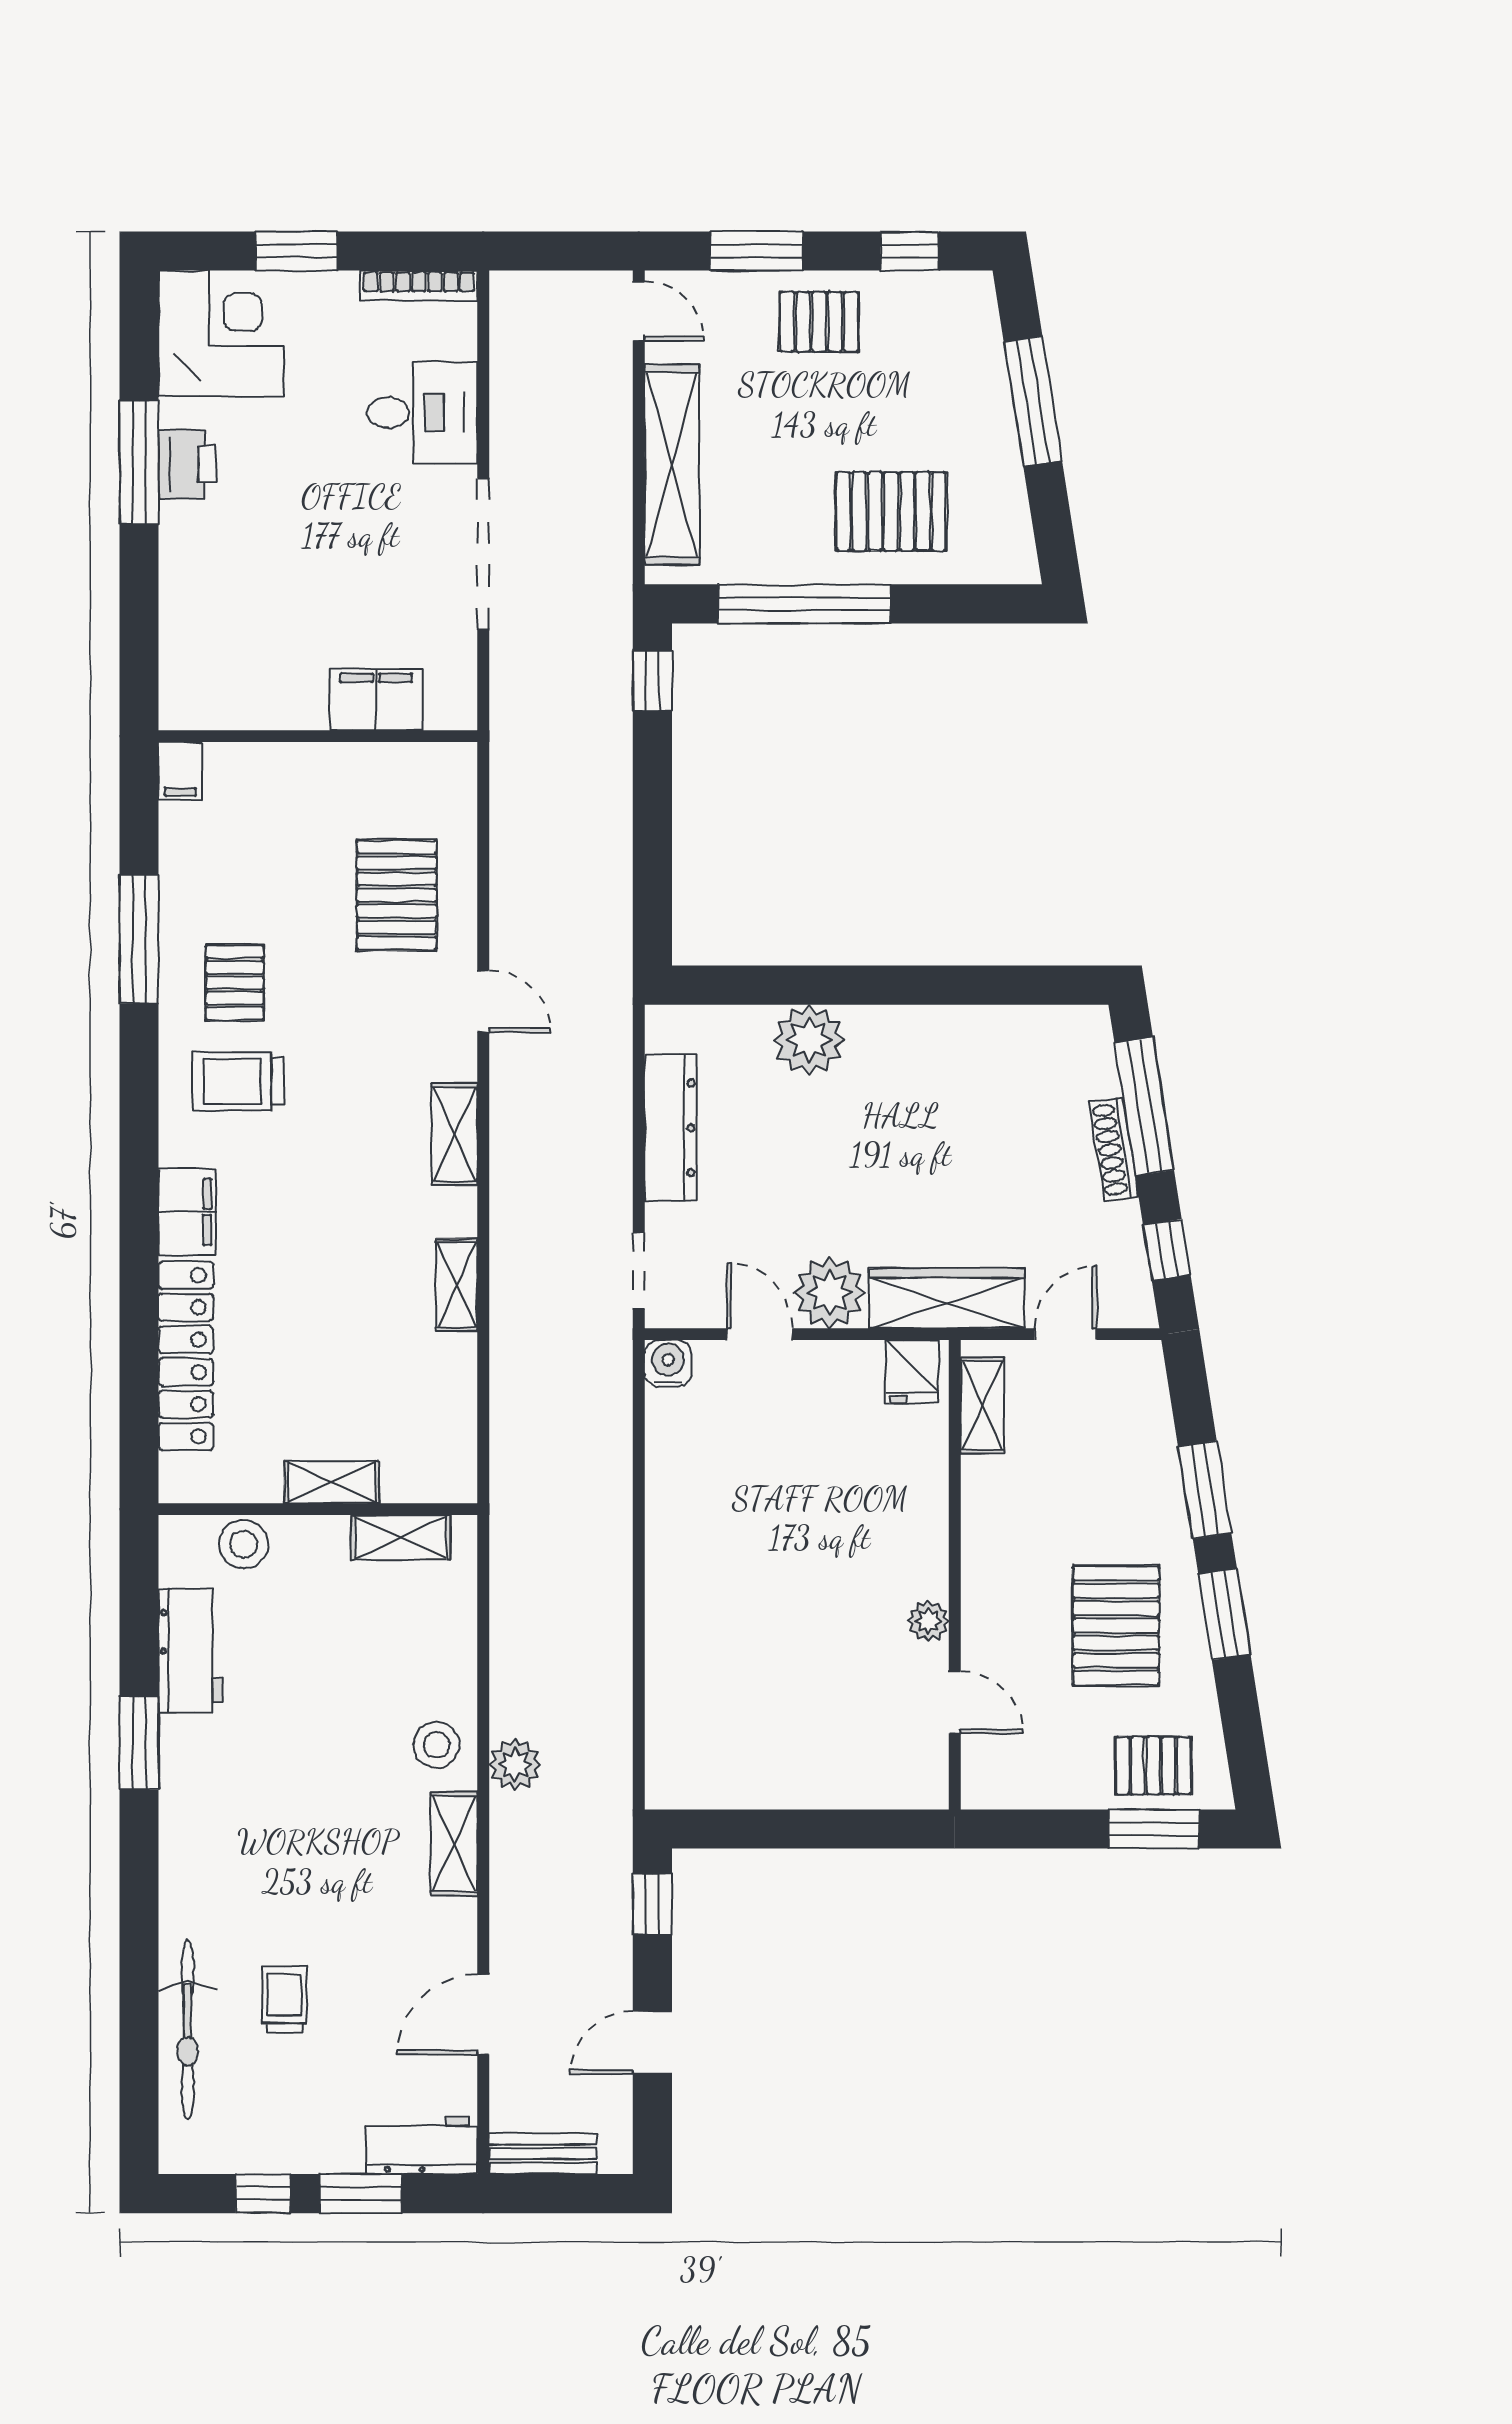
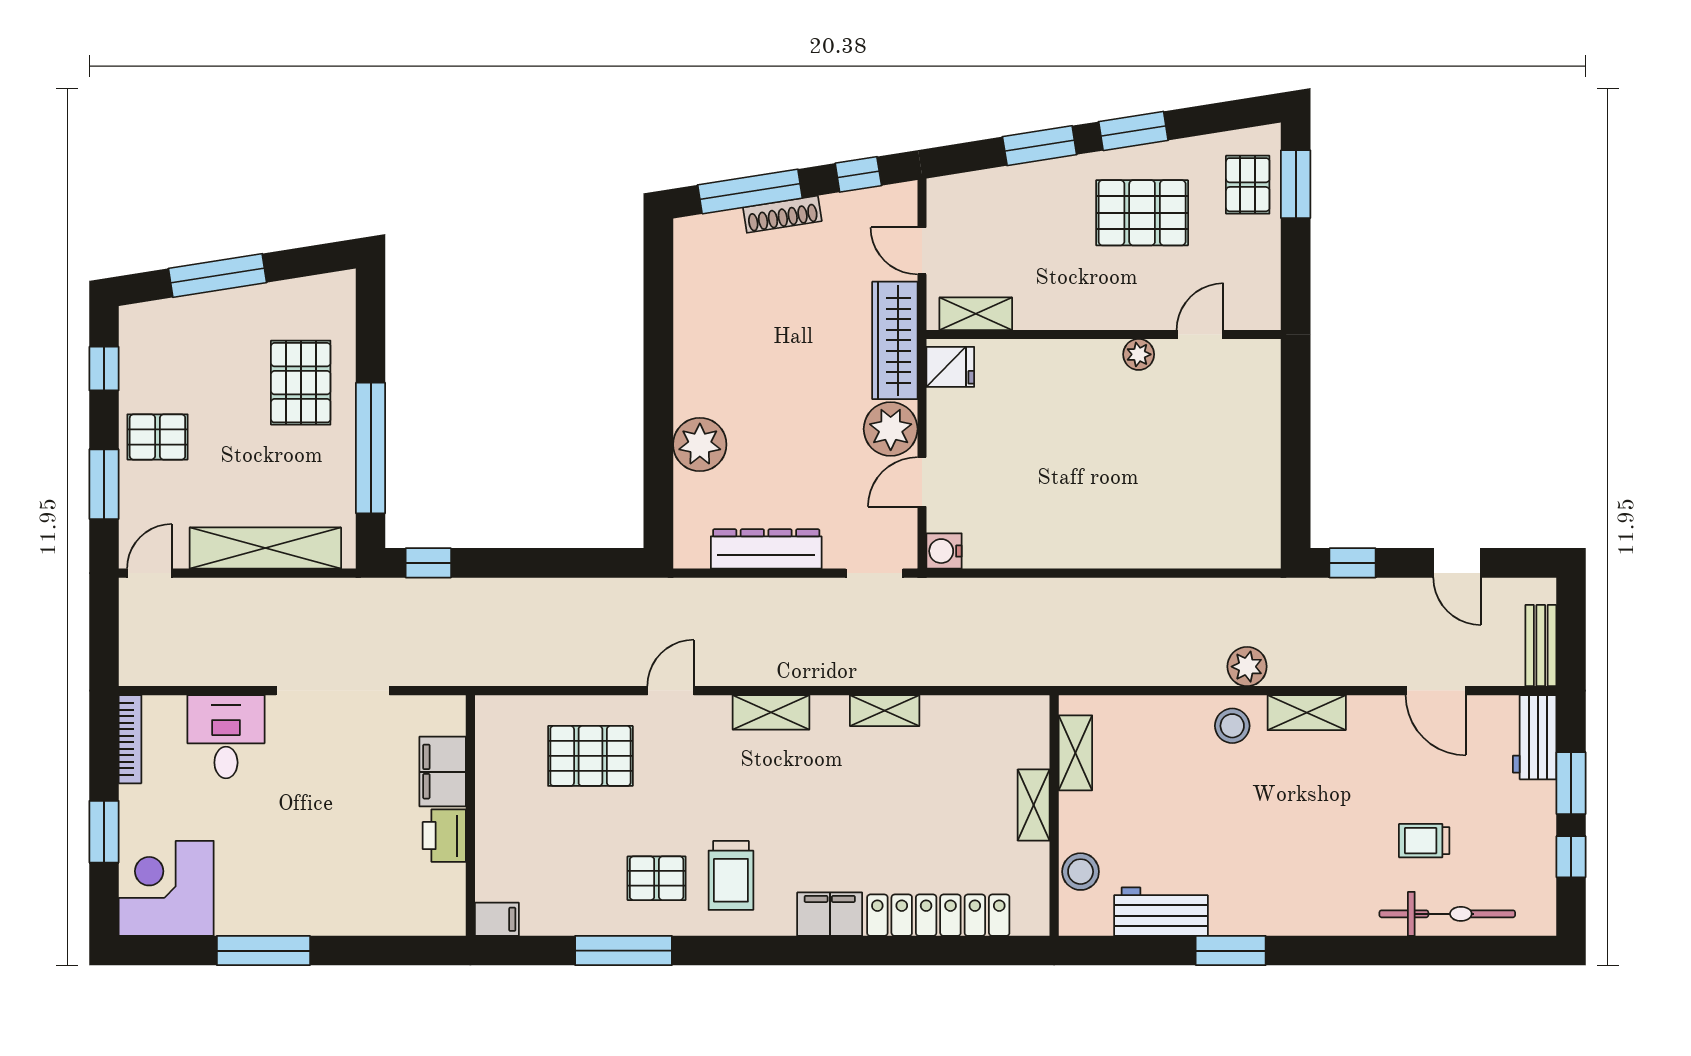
pallet: (819, 322) -> (157, 437), turned 90
printer: (187, 464) -> (444, 836), moved, turned -90

